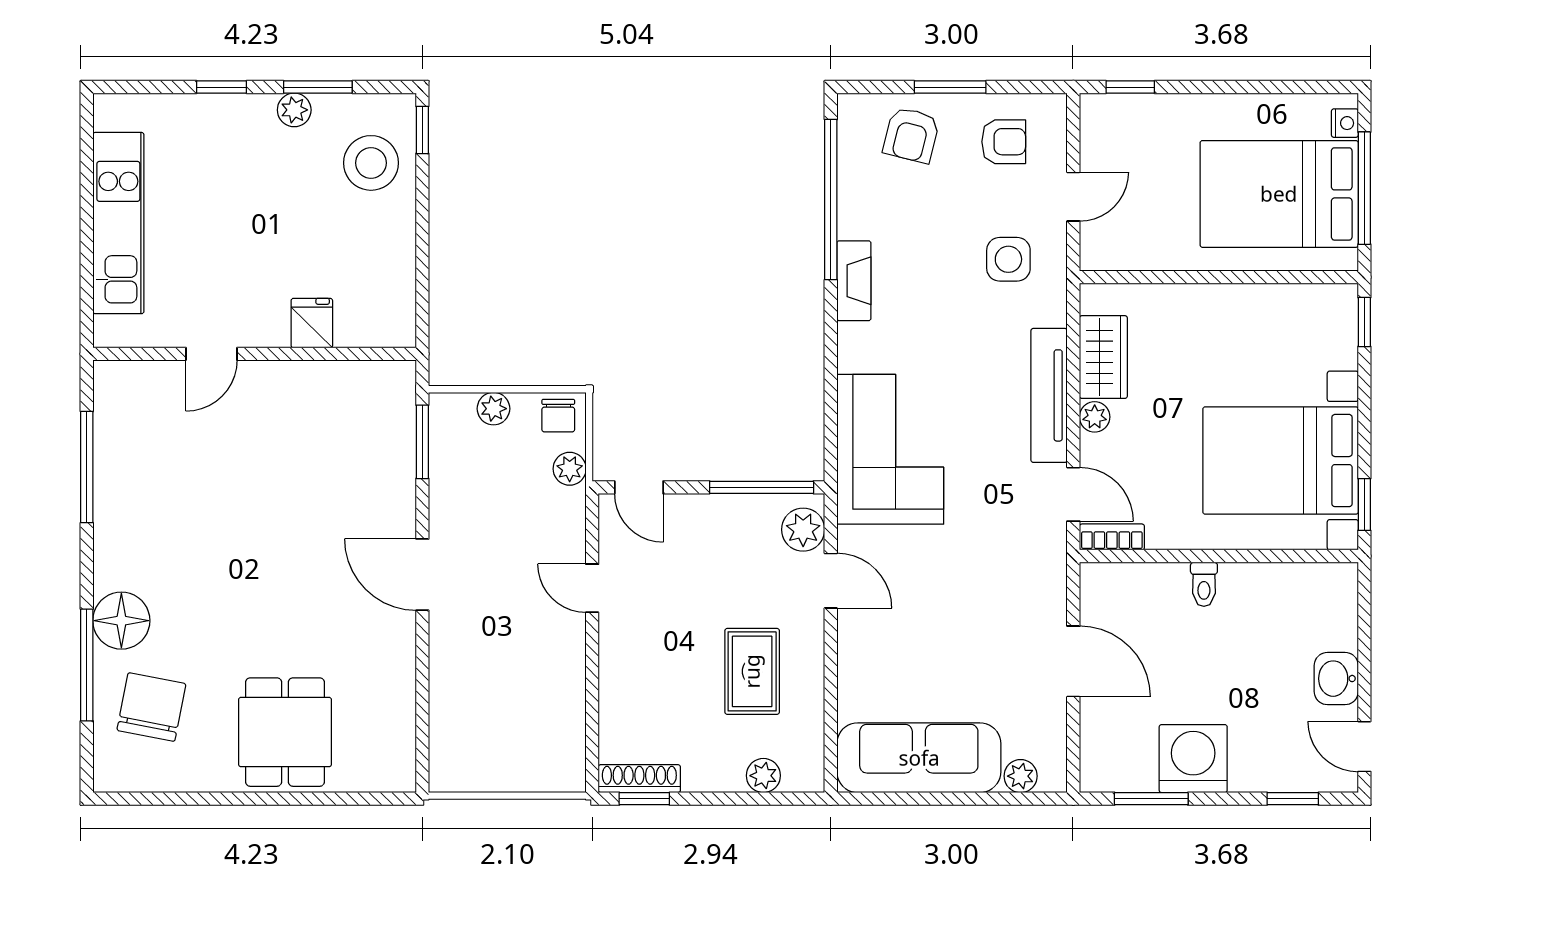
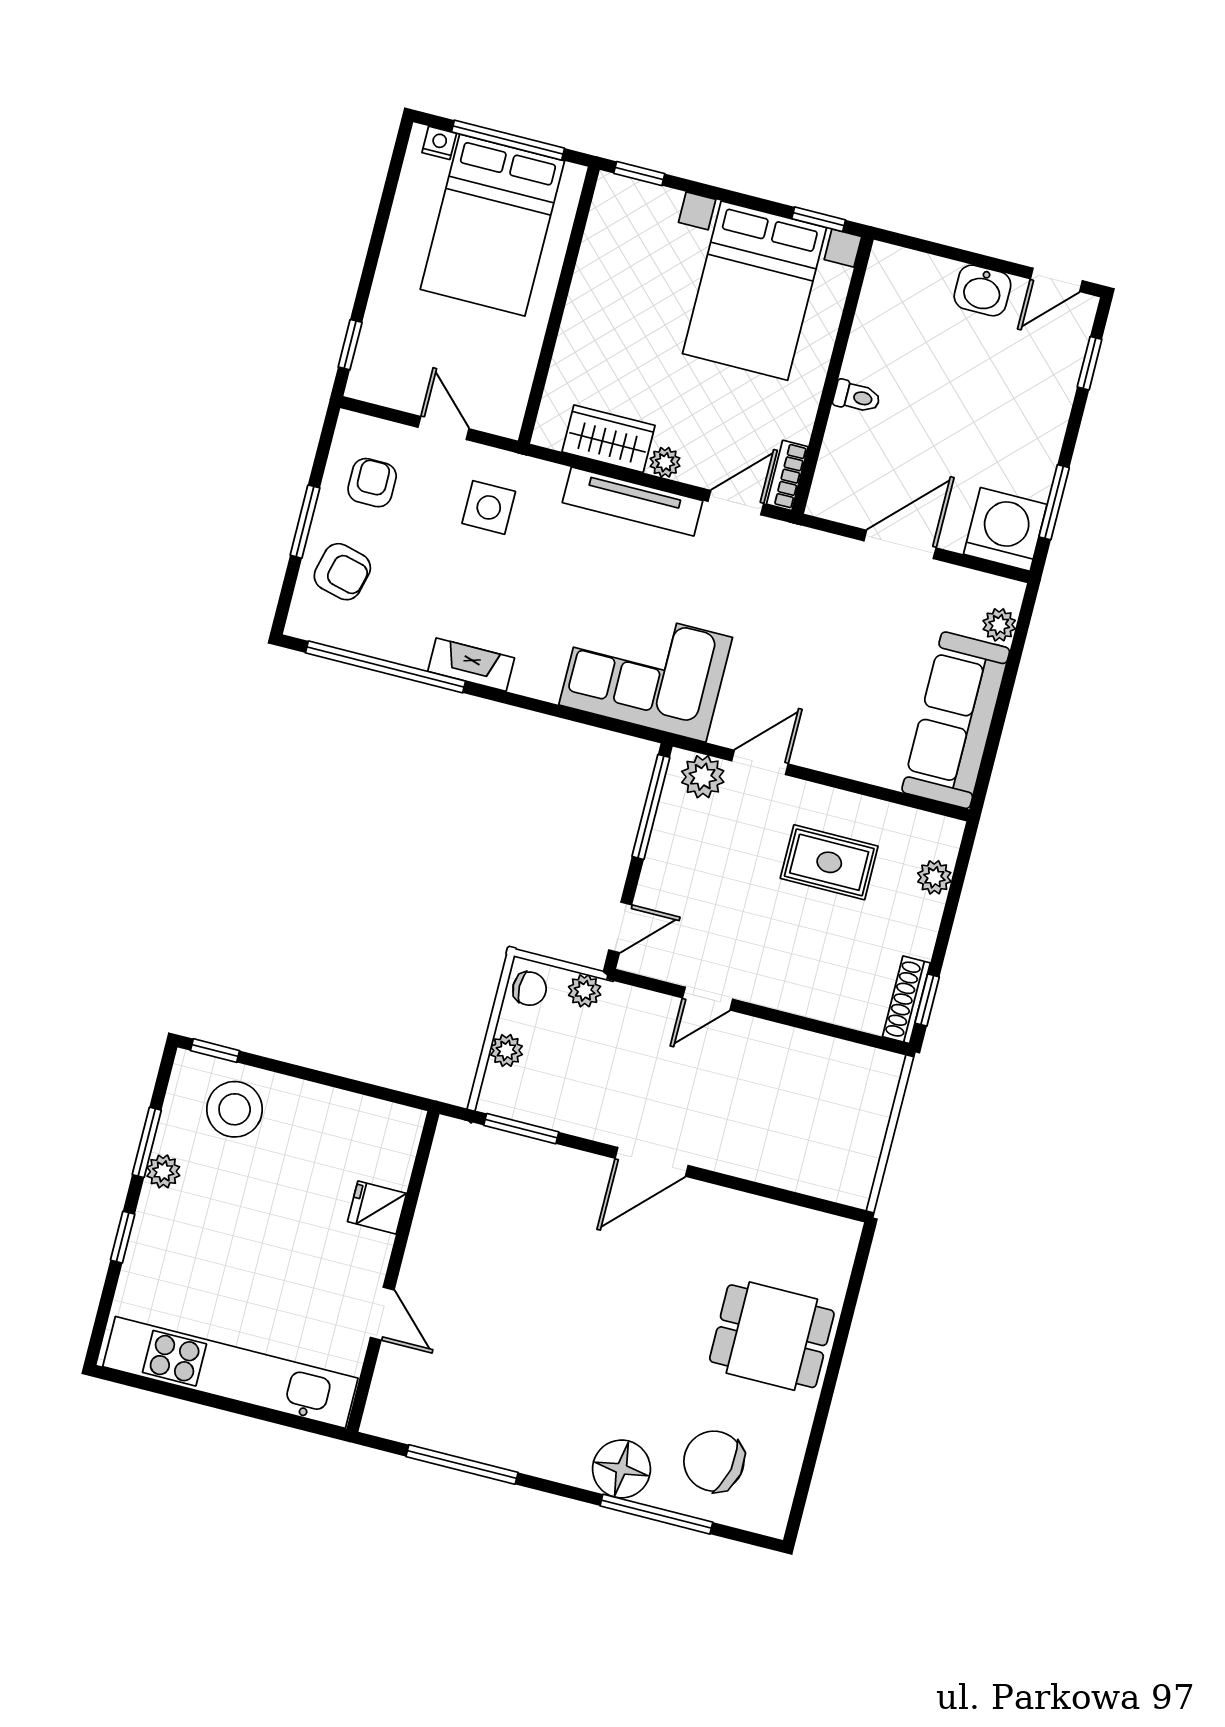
kitchen unit: (118, 223) -> (230, 1372), width x1.36
washing machine: (1193, 759) -> (1005, 529), moved, turned 90

